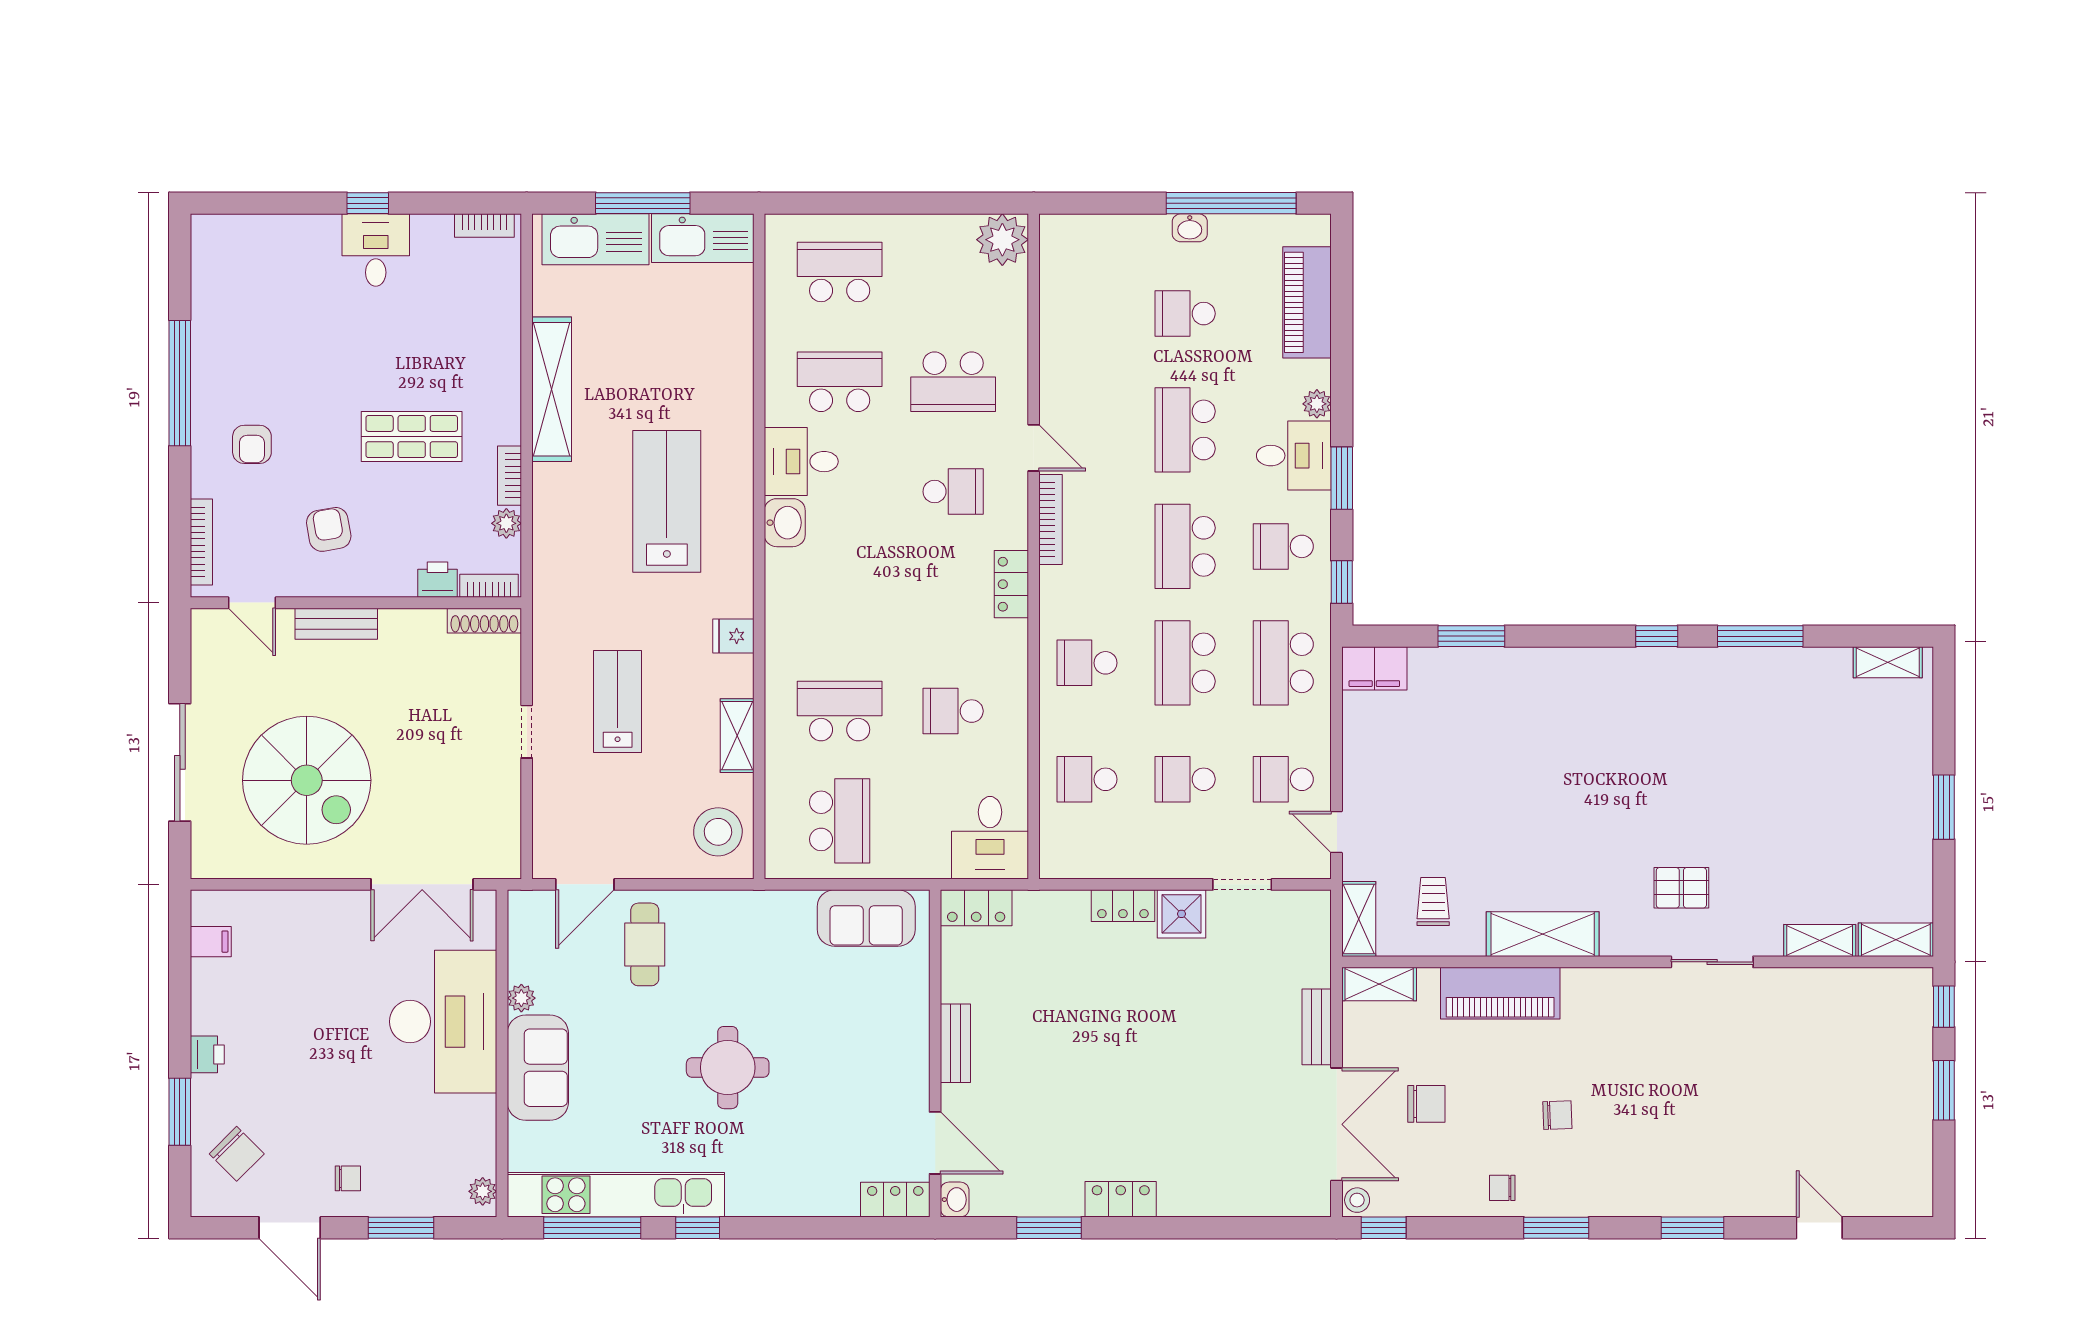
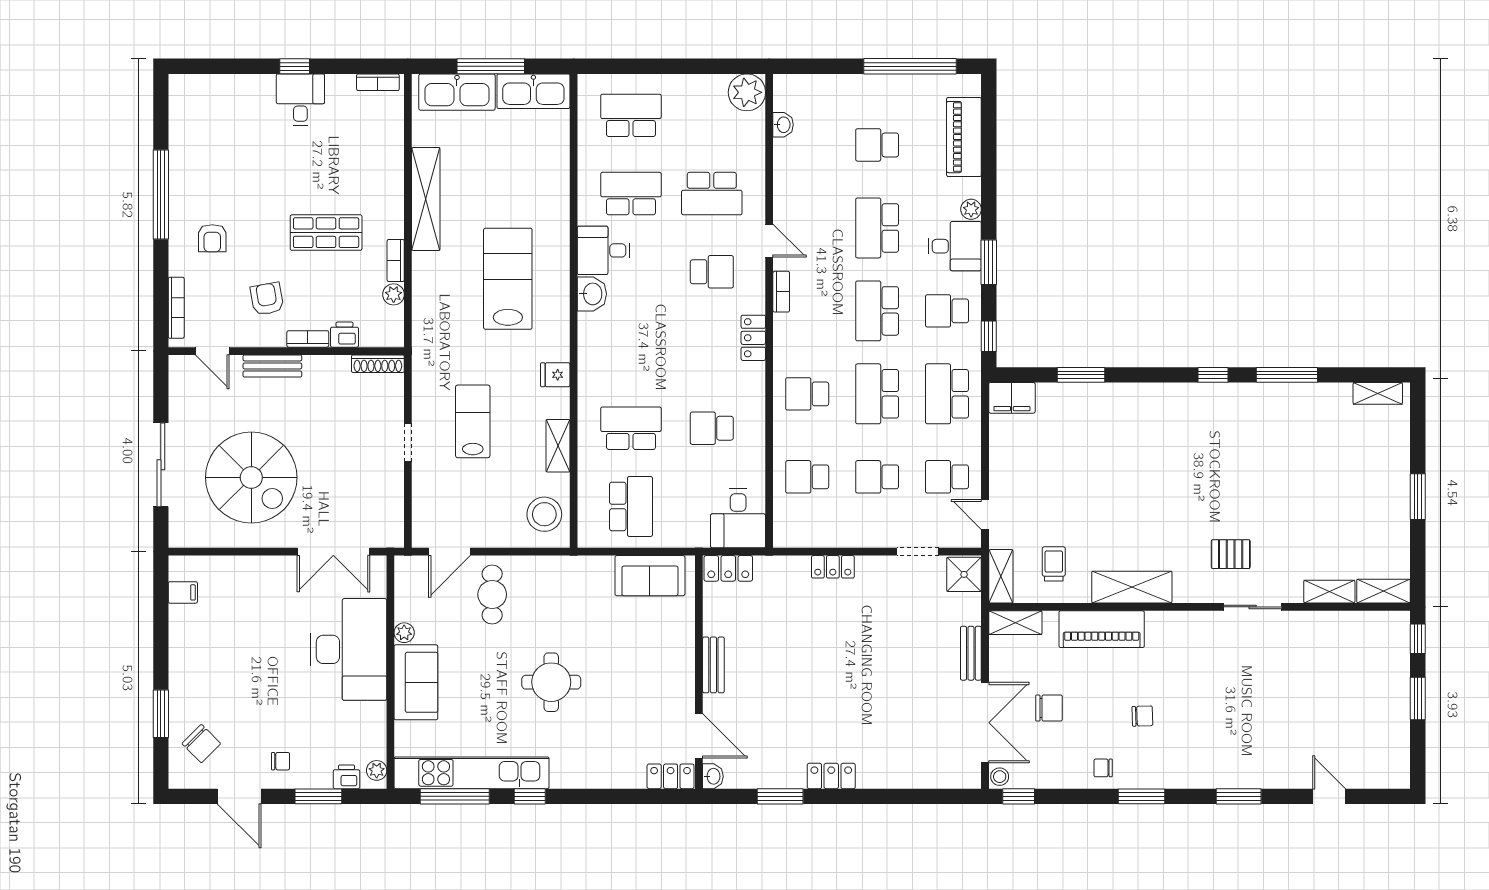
washbasin: (1190, 228) -> (783, 125), moved, turned -90
bookcase: (1050, 519) -> (781, 292), width x0.64
bookcase: (489, 586) -> (308, 339), moved
shower: (1181, 914) -> (964, 574), moved
printer: (207, 1054) -> (347, 777), moved, turned -90

